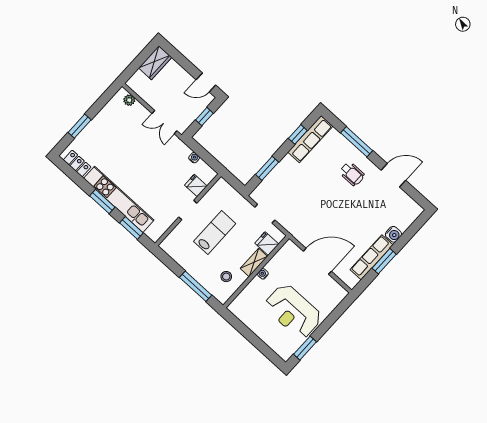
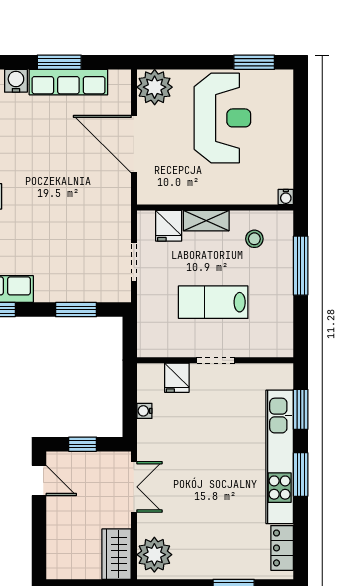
wardrobe: (155, 63) -> (117, 554), moved, turned -90
plant: (129, 100) -> (154, 555), width x1.88, depth x1.88
water cooler: (263, 274) -> (286, 197), moved
plant: (334, 294) -> (155, 87), added

